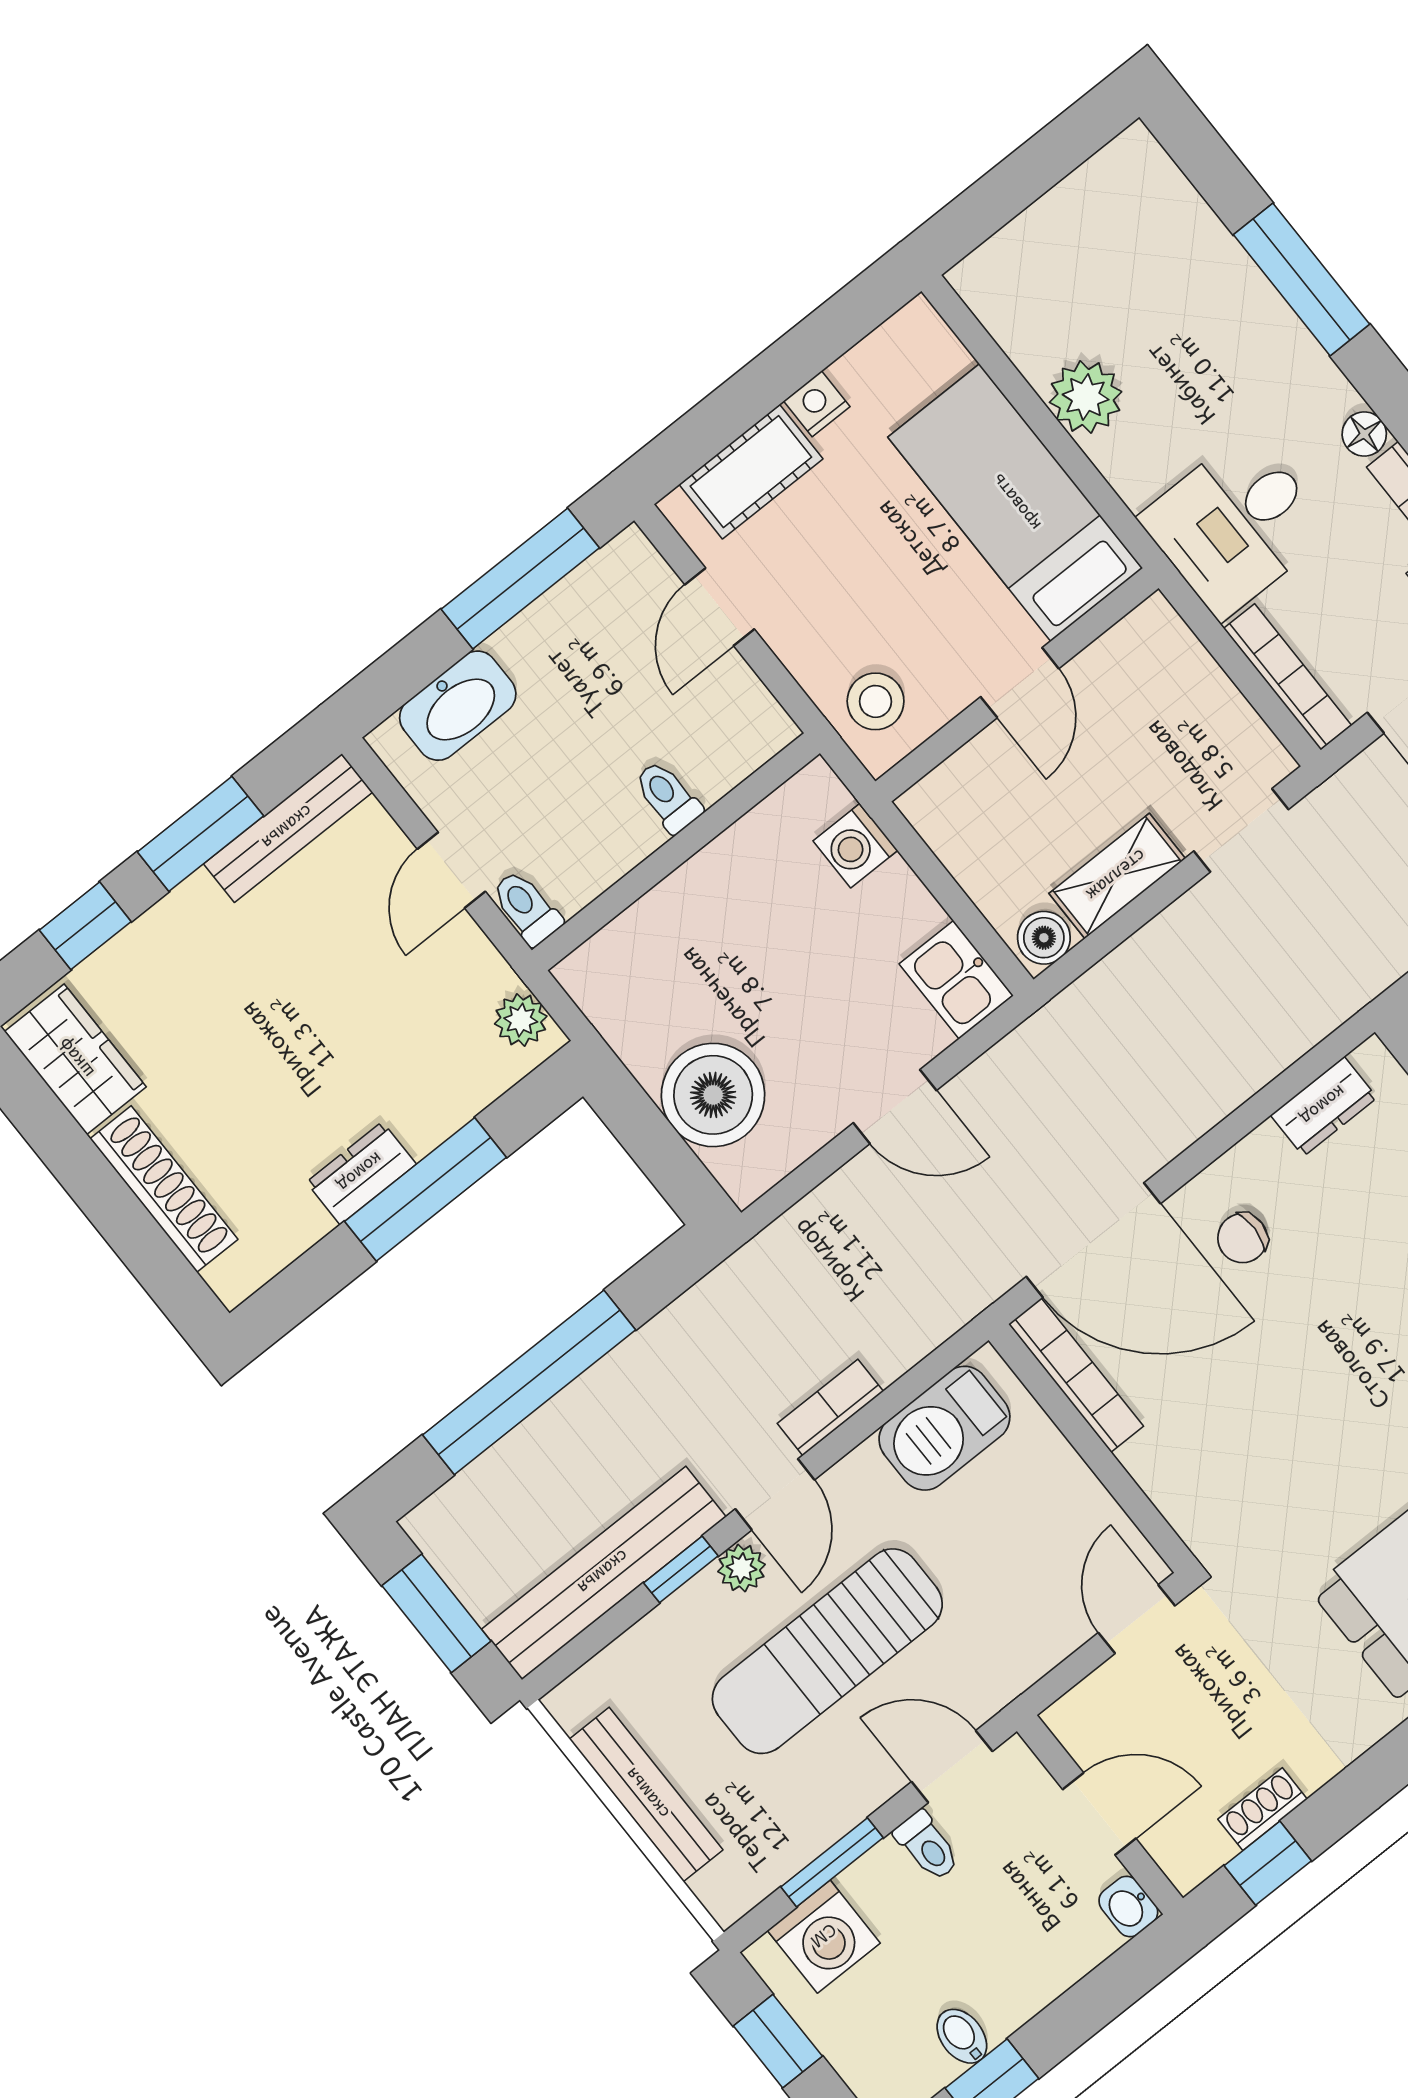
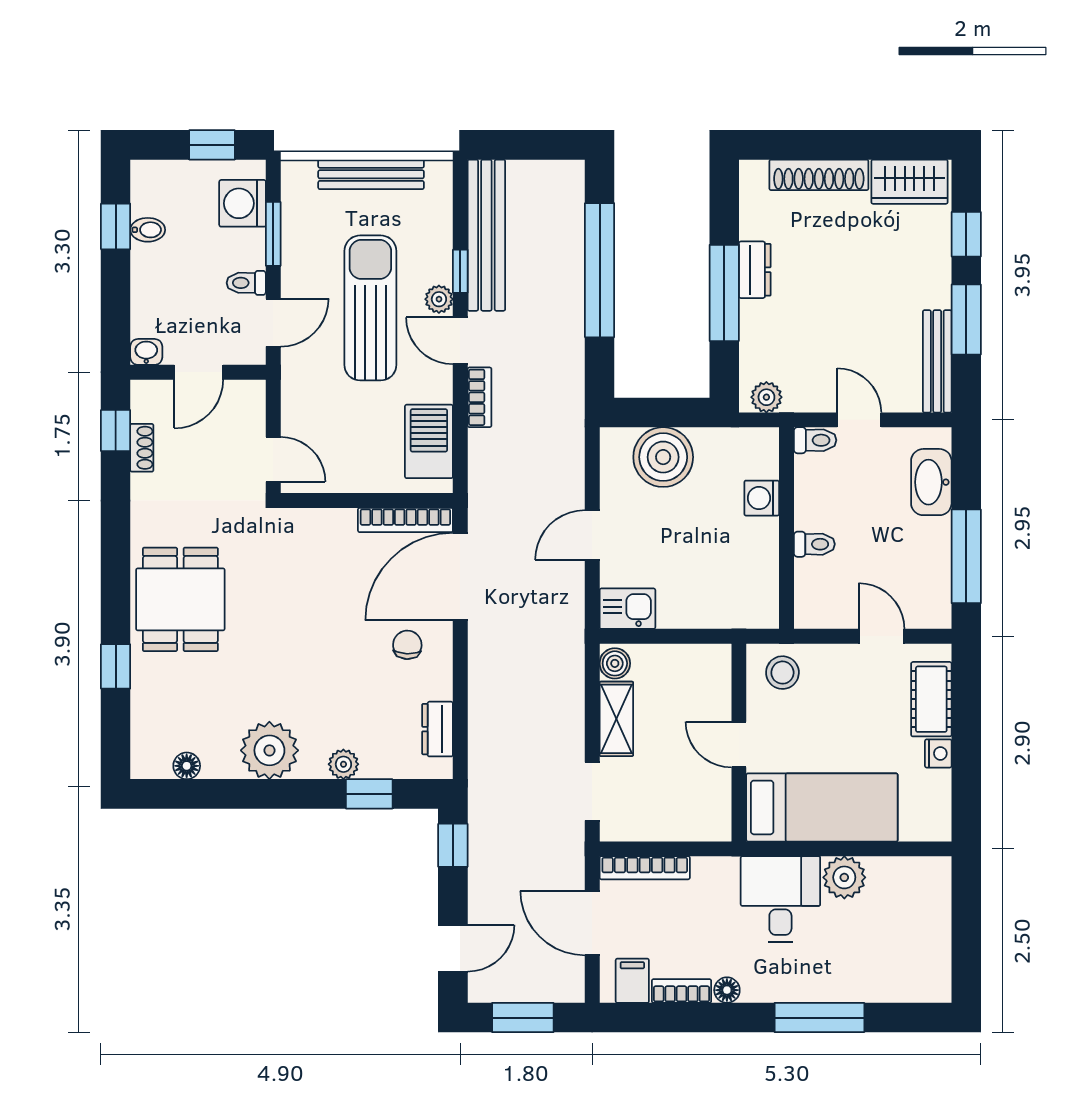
desk: (1235, 525) -> (780, 899), moved
washing machine: (855, 846) -> (762, 498), moved, turned -90
window: (436, 1613) -> (529, 145), removed

